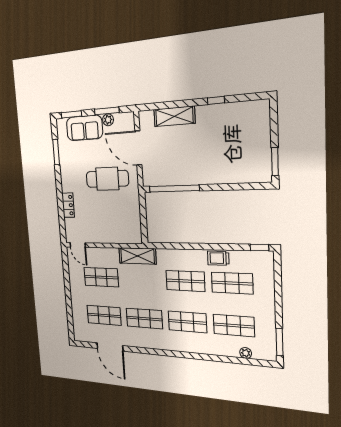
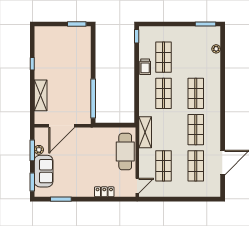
cafe table: (107, 179) -> (125, 152), moved
shop shelf: (234, 326) -> (196, 57), removed

